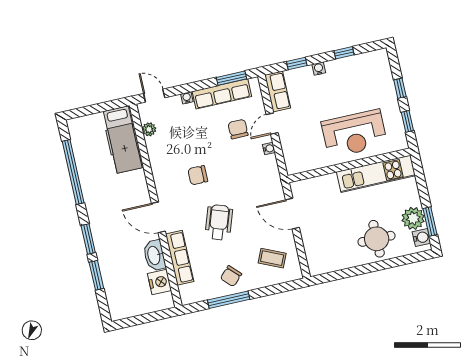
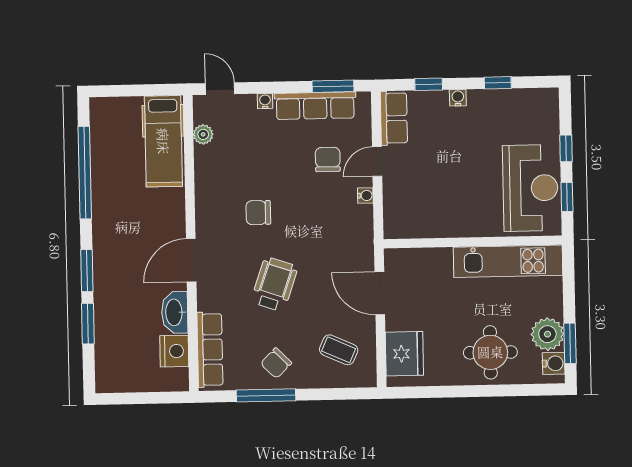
reception desk: (354, 134) -> (530, 188), moved, turned -90
door: (158, 217) -> (191, 260), hinge flipped
fridge: (318, 252) -> (404, 354), added
row of seats: (180, 258) -> (210, 350), moved

